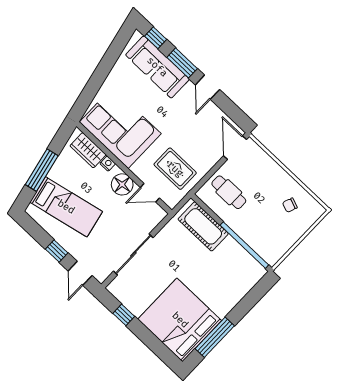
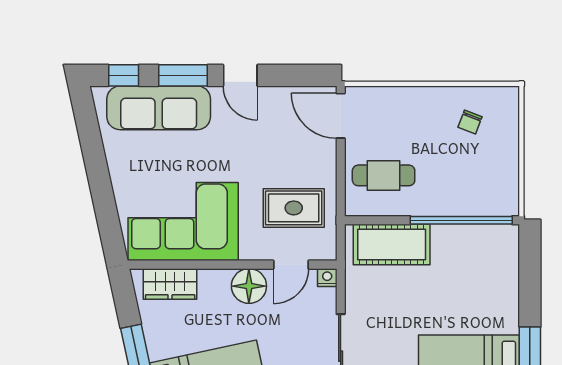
nightstand: (108, 164) -> (327, 278), moved

